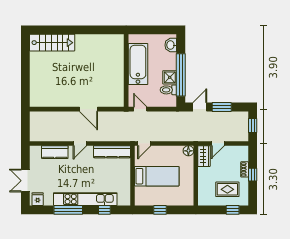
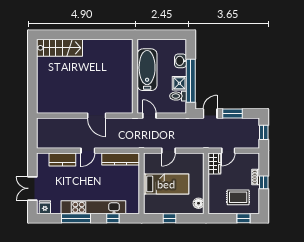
washbasin: (171, 45) -> (180, 61), moved
door: (144, 143) -> (168, 151), moved
floor lamp: (188, 151) -> (198, 203), moved

